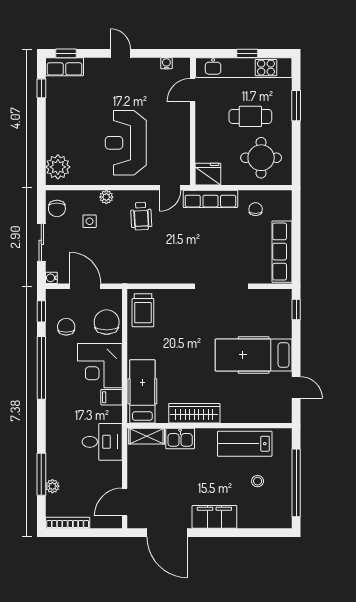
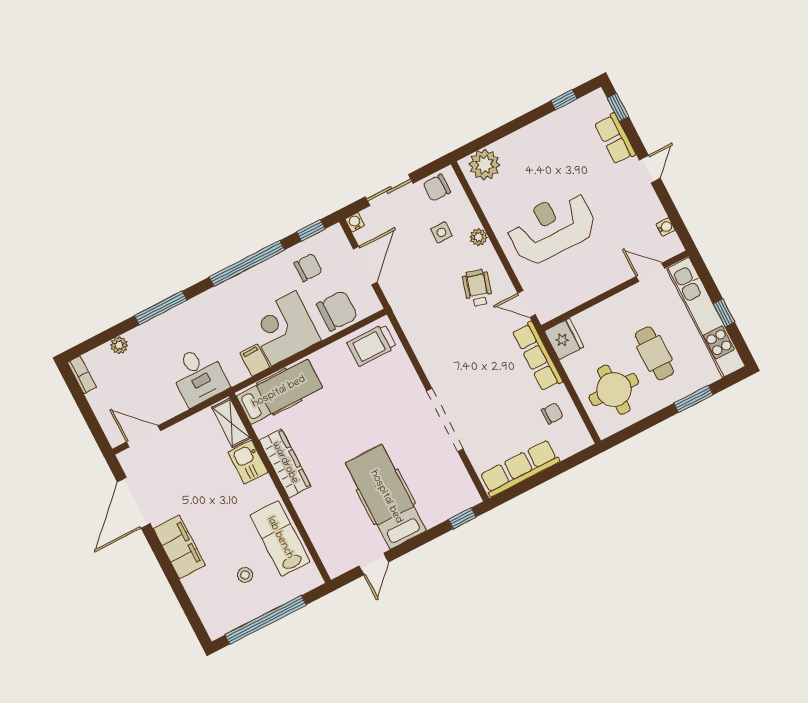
row of seats: (65, 67) -> (615, 139), moved
wheelchair: (141, 216) -> (477, 288), turned 109
window: (41, 474) -> (161, 308), moved
bookcase: (68, 523) -> (82, 375), width x0.64

